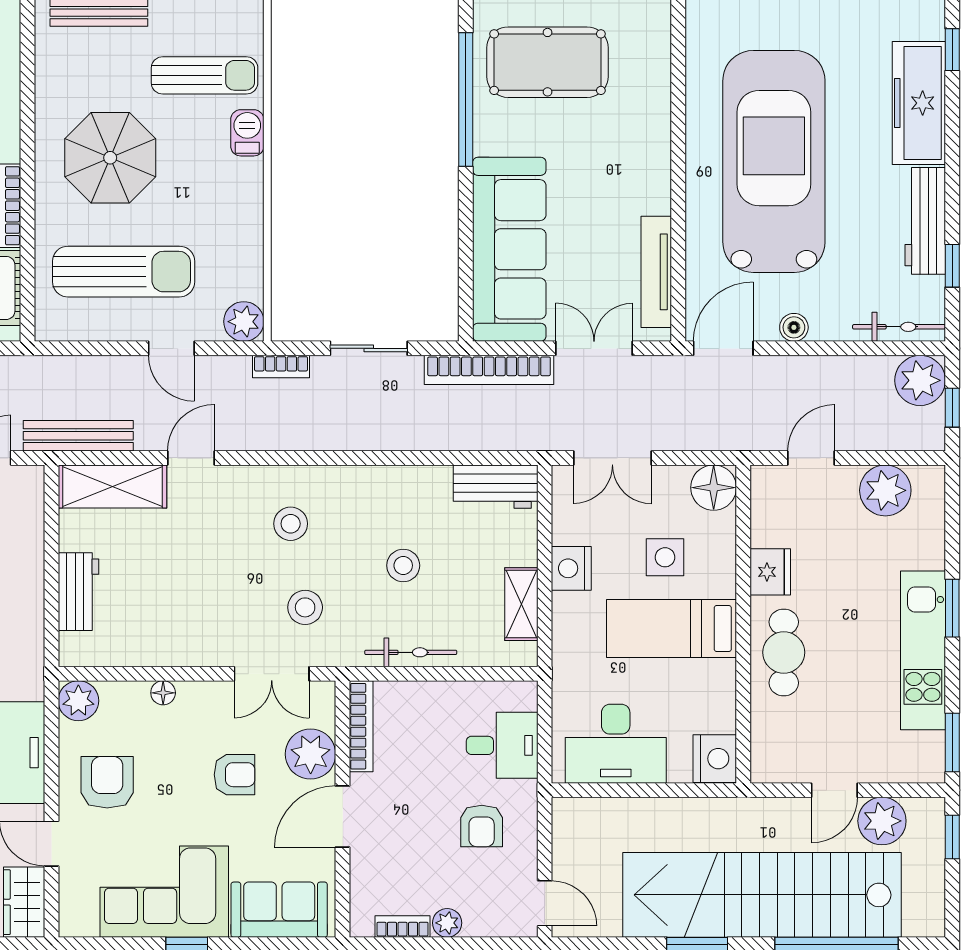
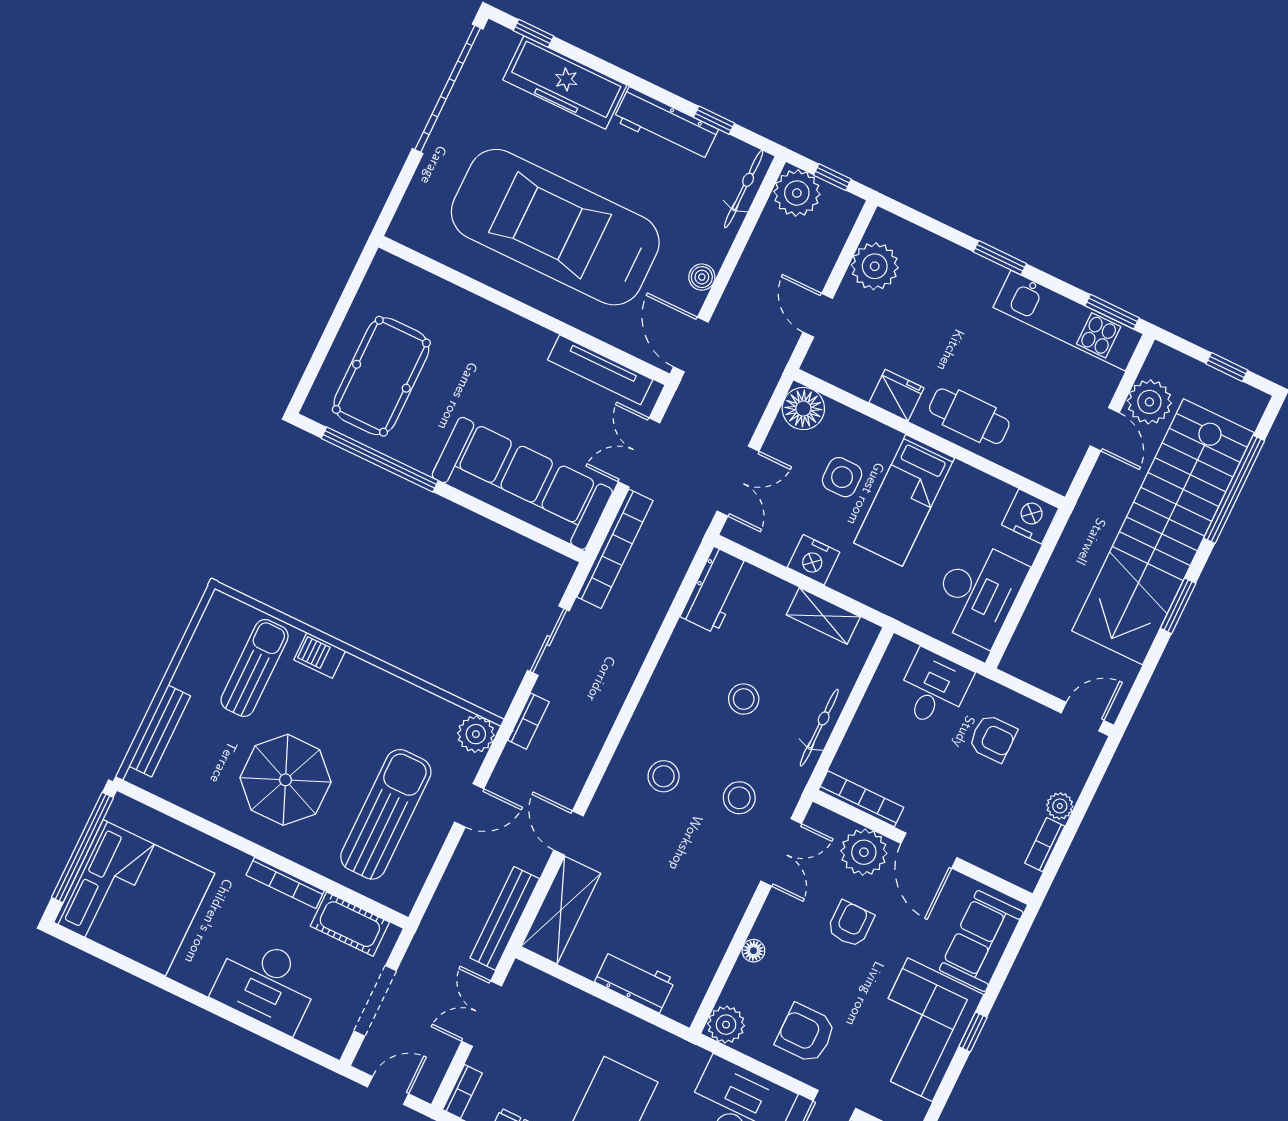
kitchen unit: (923, 650) -> (1068, 321), moved
window: (952, 837) -> (1227, 367), moved

